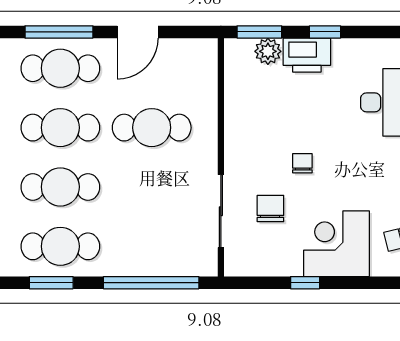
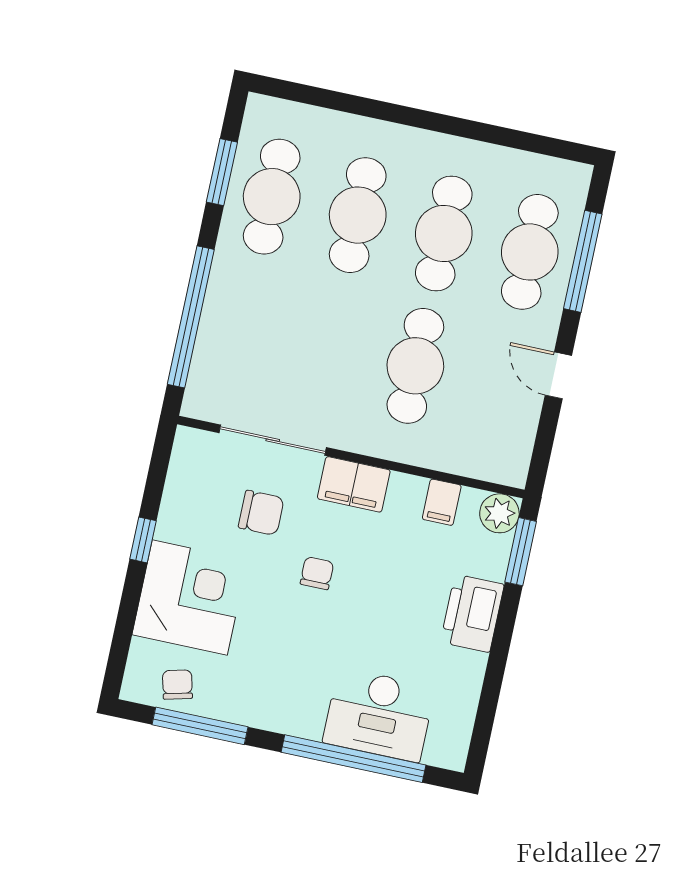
door: (138, 32) -> (558, 375), width x0.73
window: (325, 32) -> (500, 647), removed
plant: (268, 51) -> (499, 513), moved
filing cabinet: (238, 91) -> (442, 502), added
filing cabinet: (239, 151) -> (354, 484), added
chair: (302, 163) -> (317, 573), turned -90

